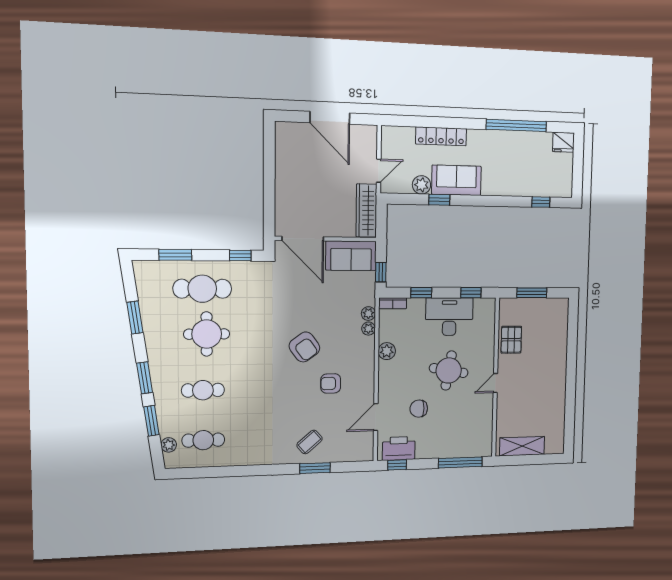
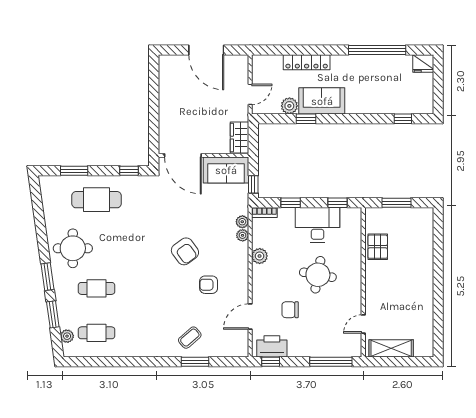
wardrobe: (366, 210) -> (240, 138), width x0.67
window: (135, 317) -> (40, 224), removed
round table: (207, 334) -> (73, 248), moved
door: (495, 383) -> (363, 324), moved

